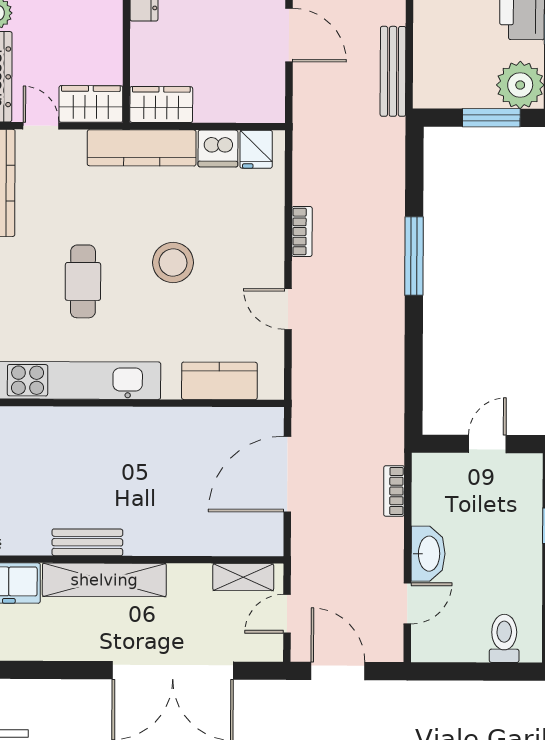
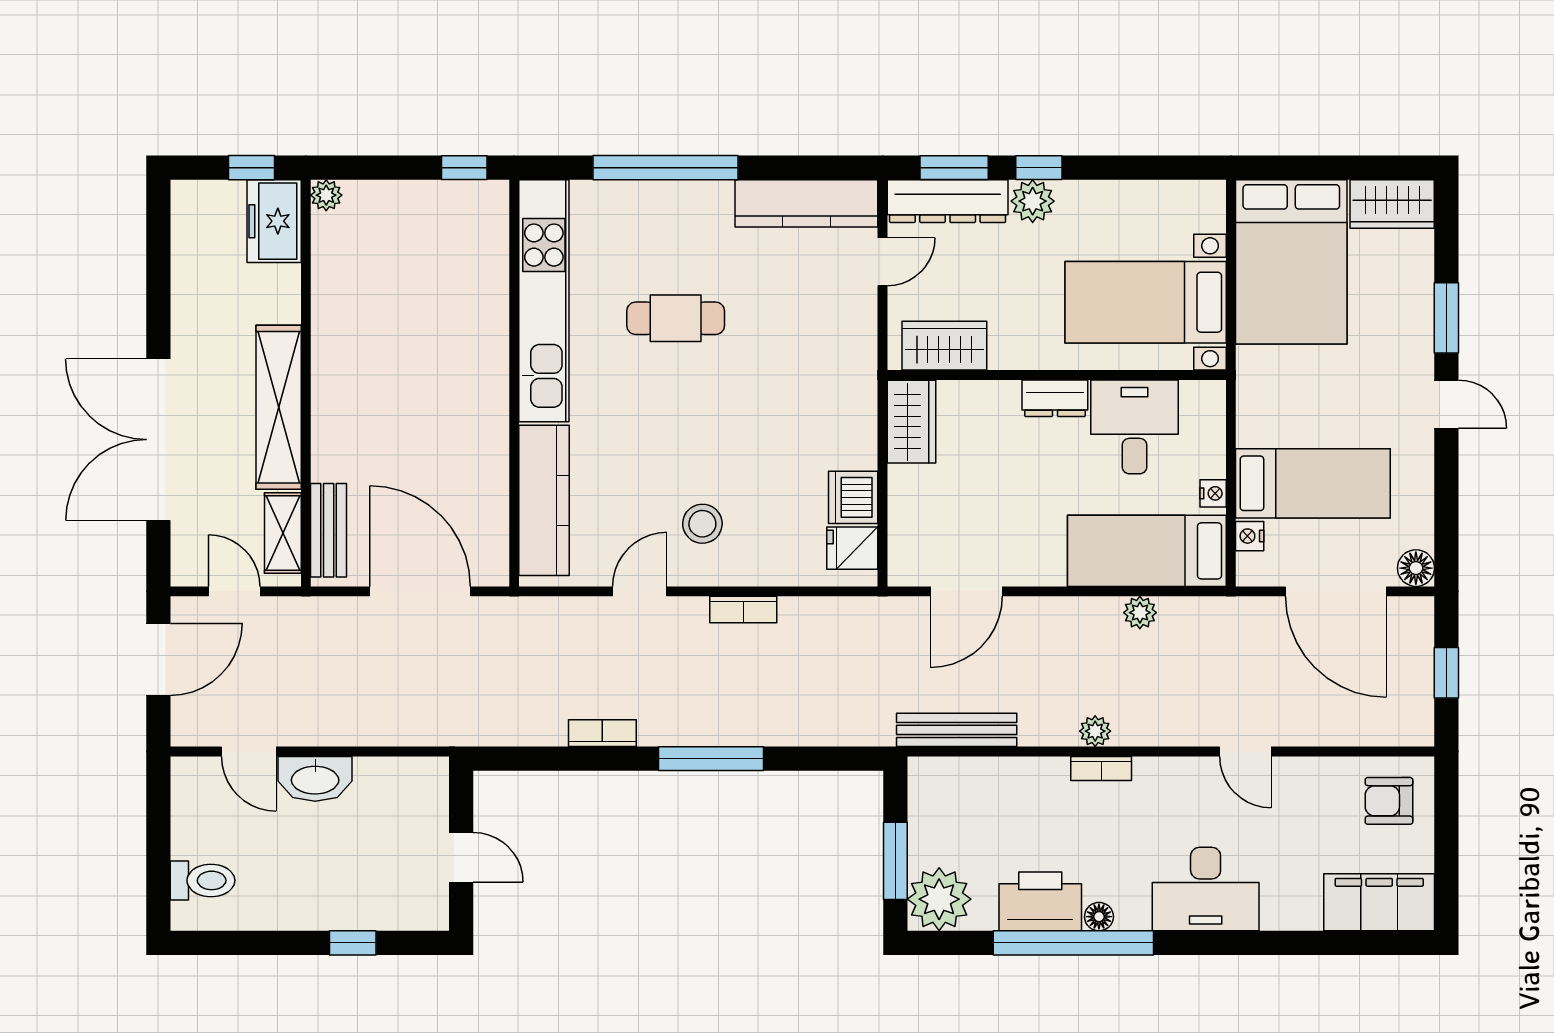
door: (289, 35) -> (966, 591), moved
wardrobe: (91, 104) -> (944, 346), moved, turned -90
kitchen counter: (142, 148) -> (854, 396), removed
stool: (173, 263) -> (702, 524), moved, width x0.73, depth x0.73
kitchen counter: (219, 381) -> (544, 500), width x1.50
bookcase: (394, 491) -> (602, 733), moved
bench: (87, 542) -> (329, 530), moved
shelving: (104, 580) -> (279, 407), moved

